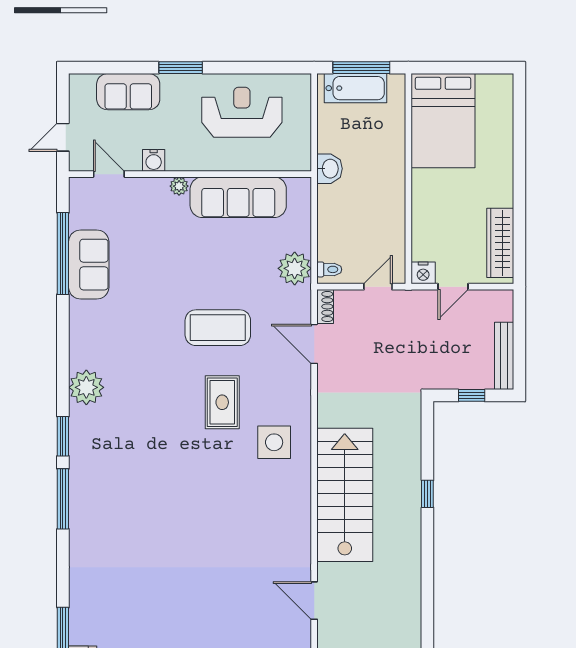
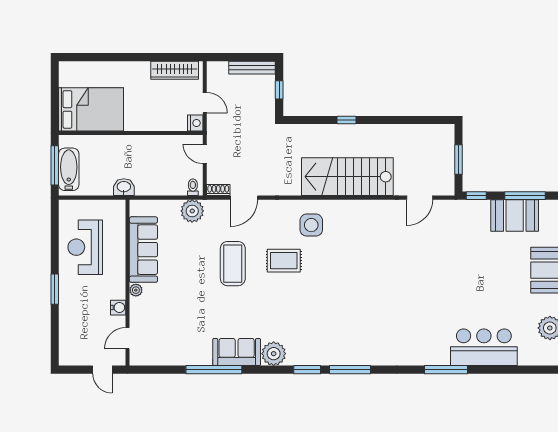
sofa: (128, 92) -> (71, 325), removed
window: (63, 253) -> (214, 370), moved
sofa: (89, 265) -> (237, 352), moved

